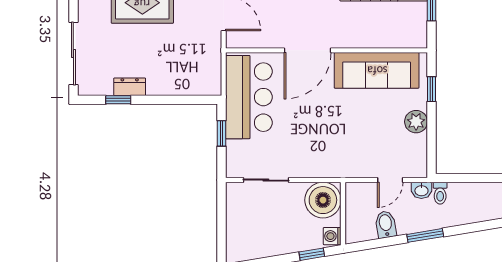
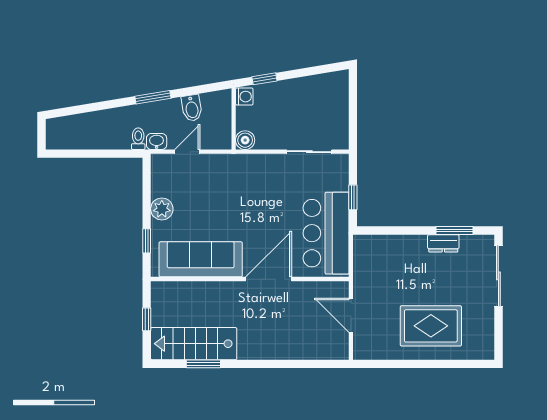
window: (118, 100) -> (454, 230), width x1.50
boiler: (323, 200) -> (245, 140), width x0.54, depth x0.54

